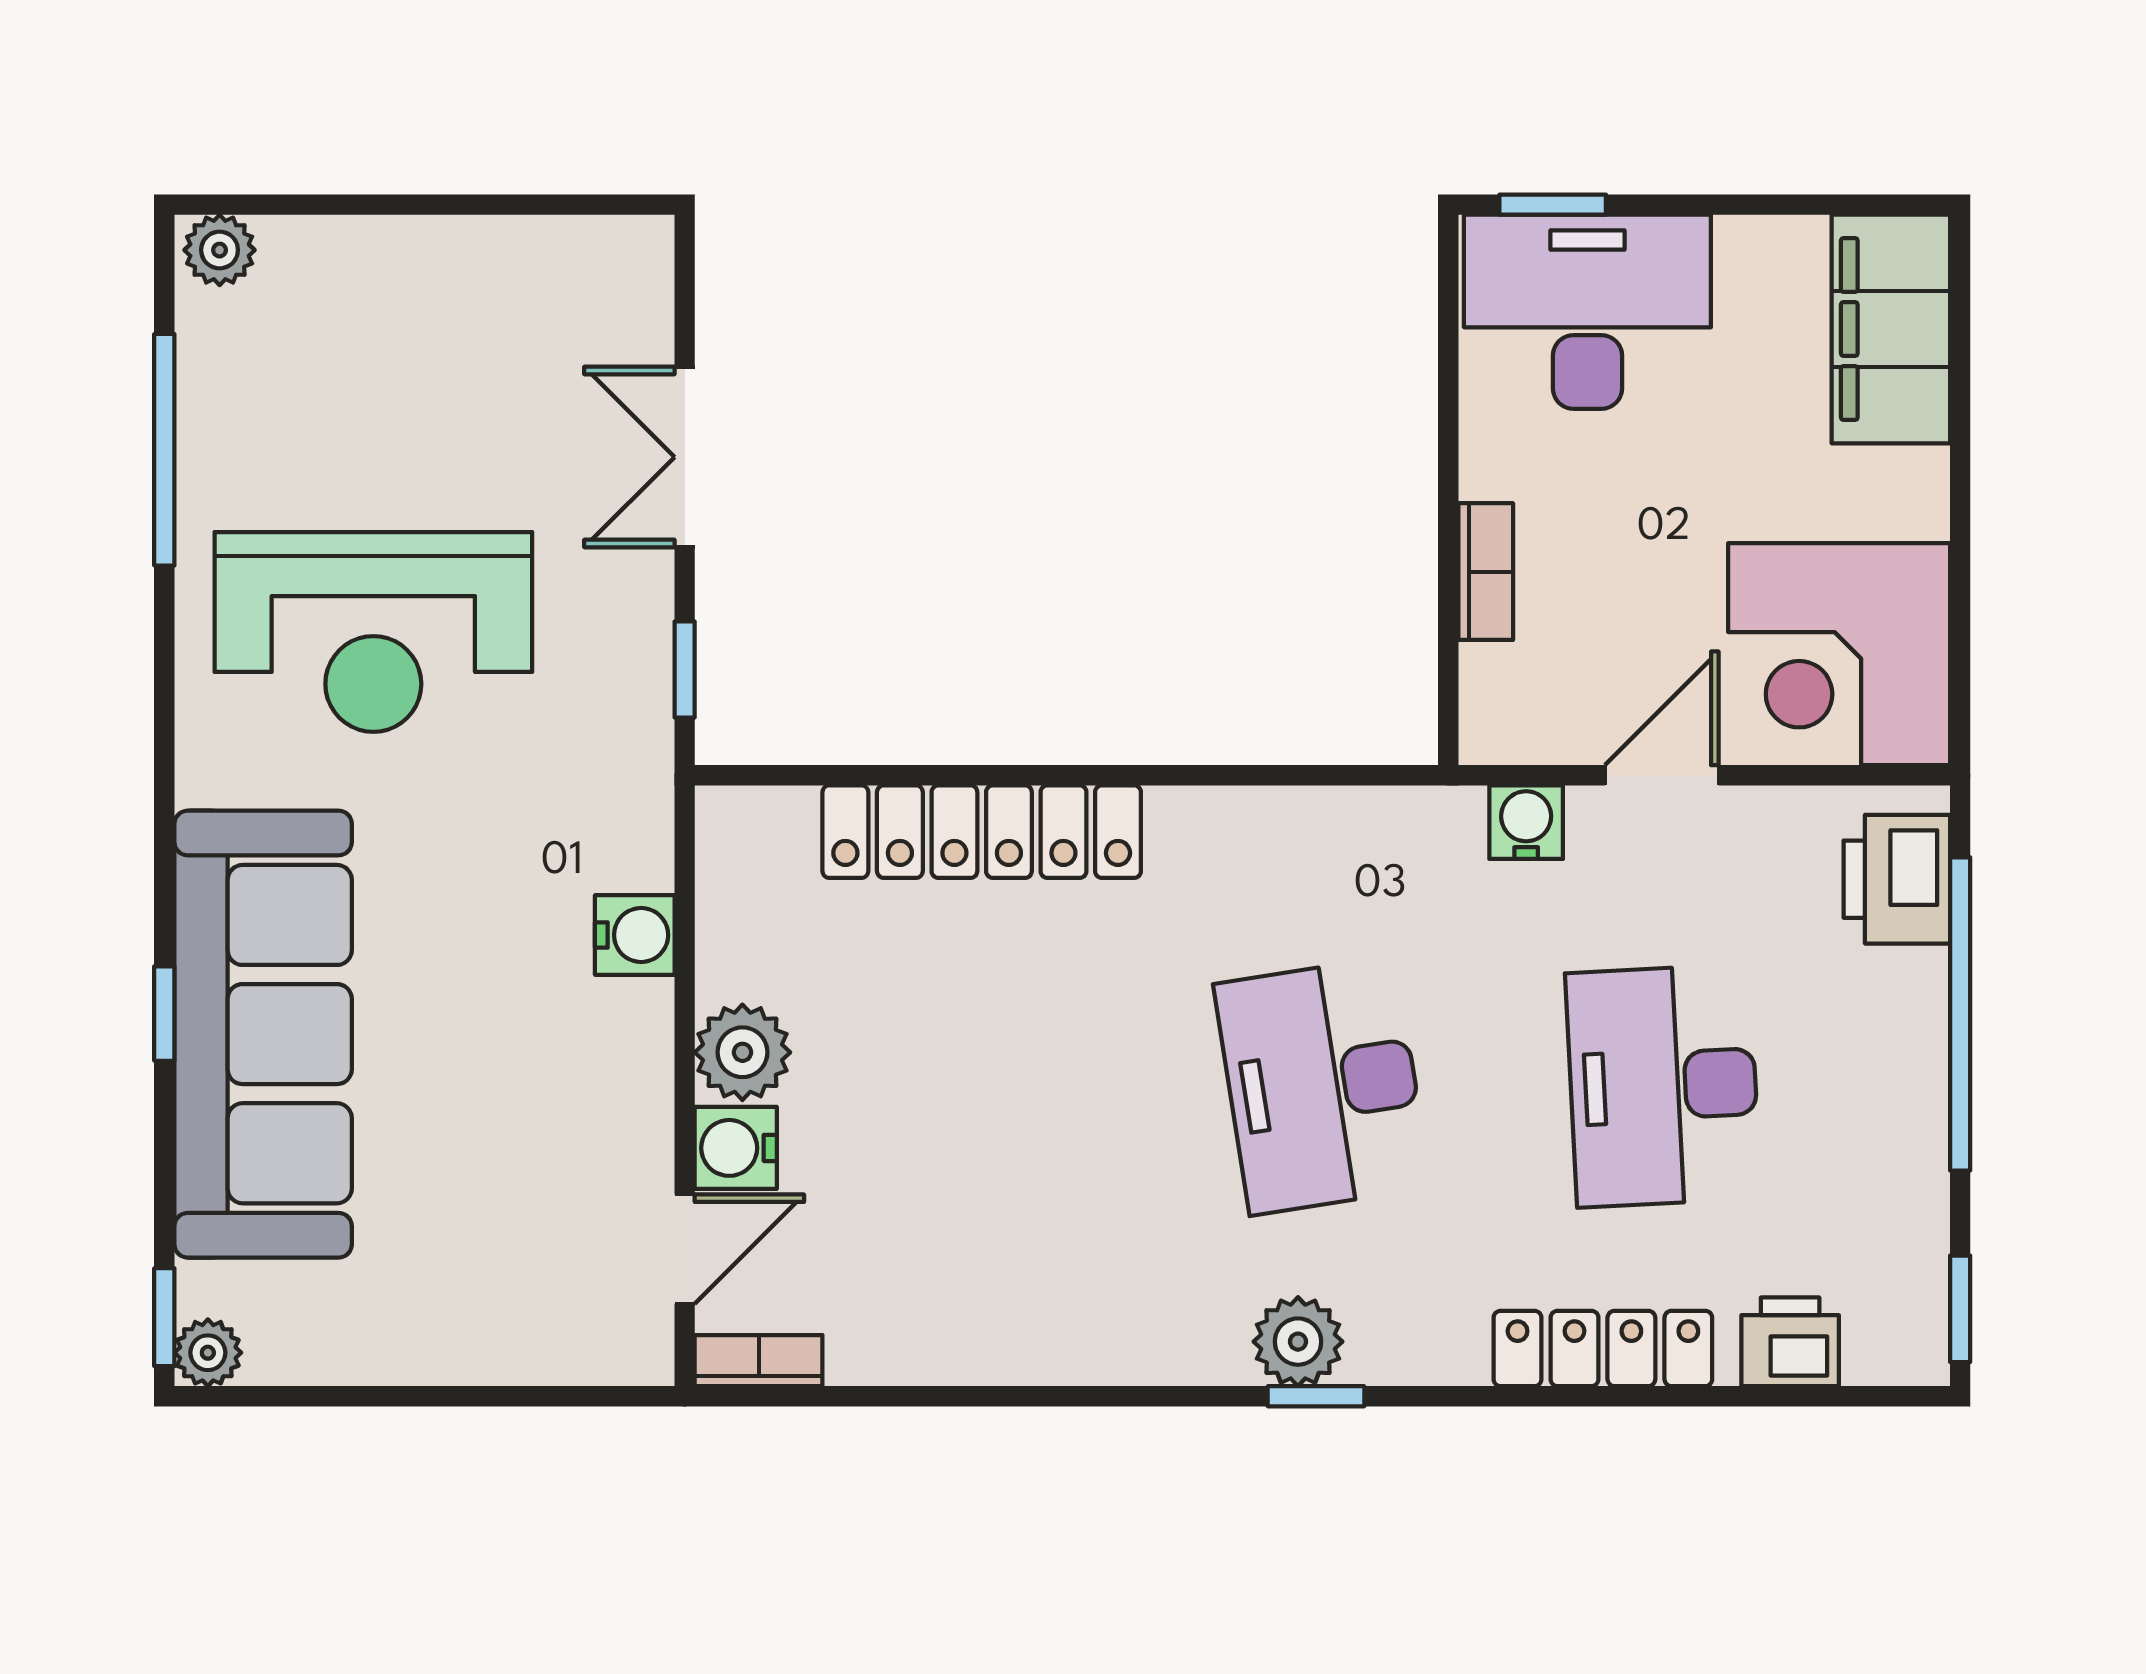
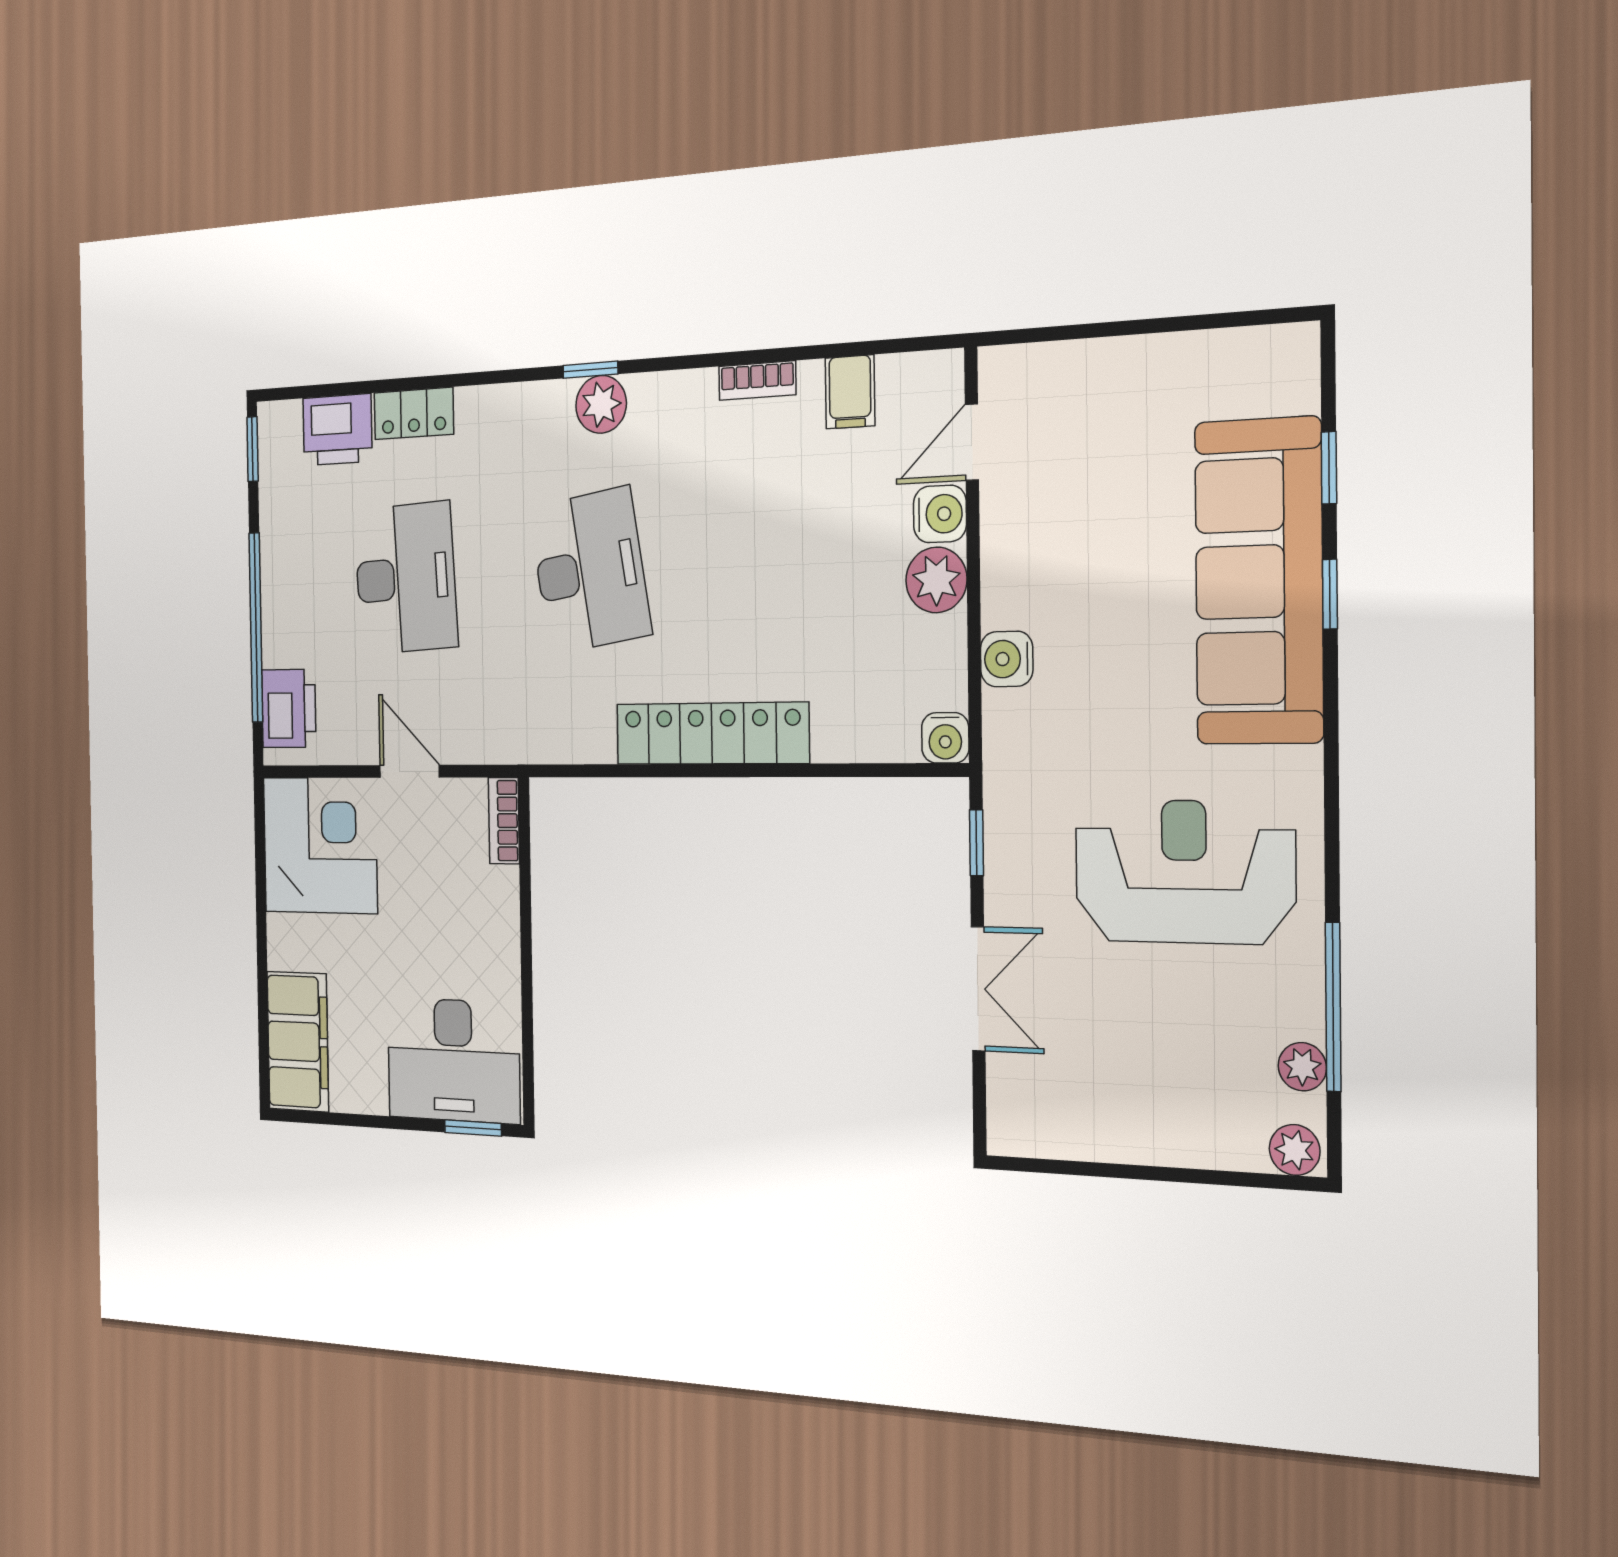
bookcase: (1486, 572) -> (504, 821), moved
door: (1662, 775) -> (410, 771), swing flipped
water cooler: (1526, 822) -> (945, 738), moved
locker: (982, 832) -> (712, 733), moved
window: (164, 1317) -> (1329, 468), moved
filing cabinet: (876, 1334) -> (850, 392), added
printer: (1790, 1342) -> (337, 430), width x1.36, depth x1.24
locker: (1603, 1348) -> (414, 413), width x0.66
plant: (208, 1353) -> (1302, 1067), moved
bookcase: (759, 1361) -> (757, 381), moved

